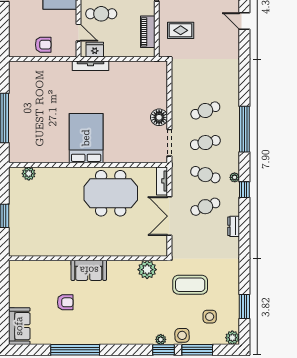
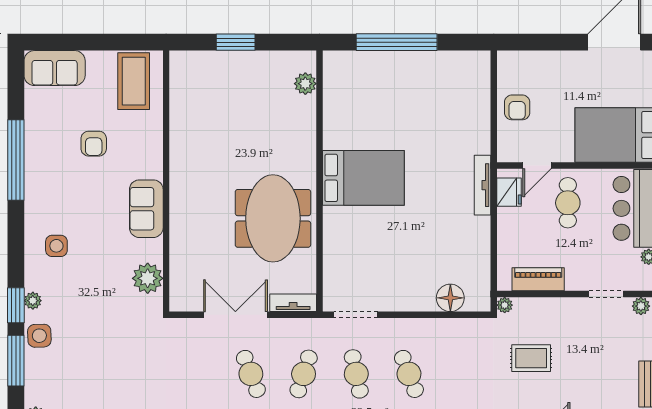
rug: (181, 30) -> (531, 358), moved, turned 90
plant: (163, 52) -> (505, 305), added
floor lamp: (159, 117) -> (450, 298), moved
sofa: (89, 270) -> (146, 209), moved
coffee table: (190, 285) -> (134, 81), moved
side table: (210, 317) -> (56, 246), moved

